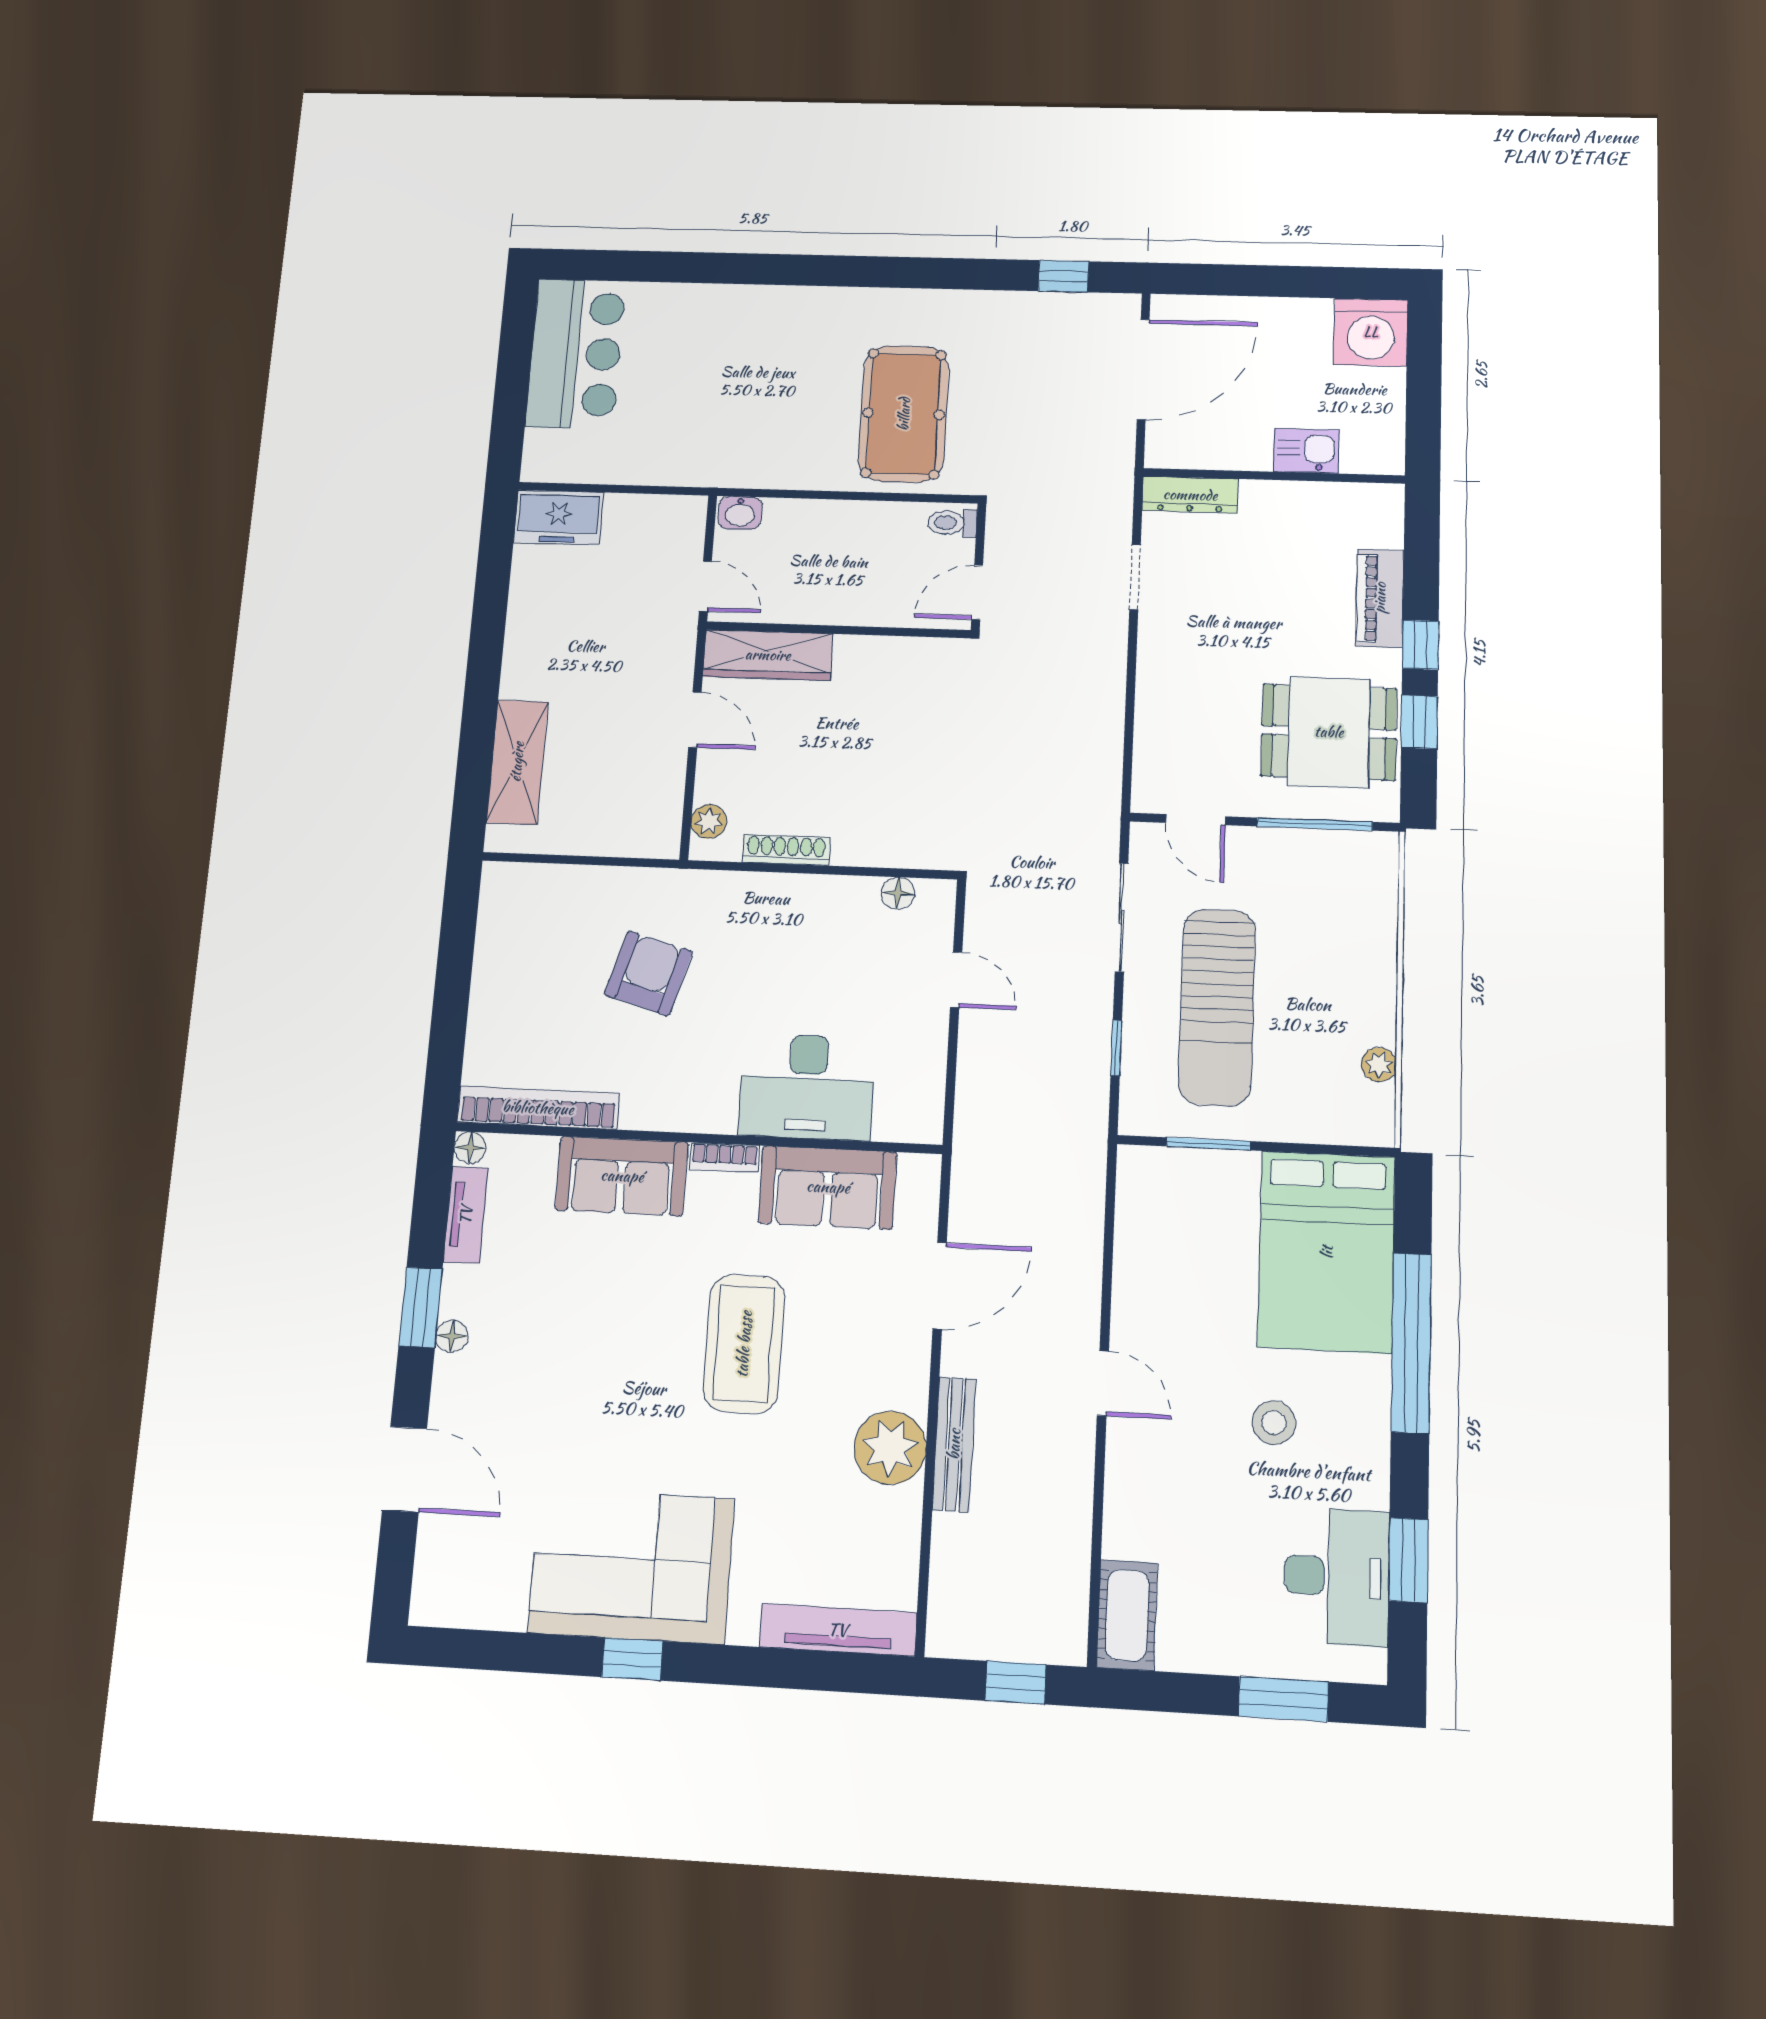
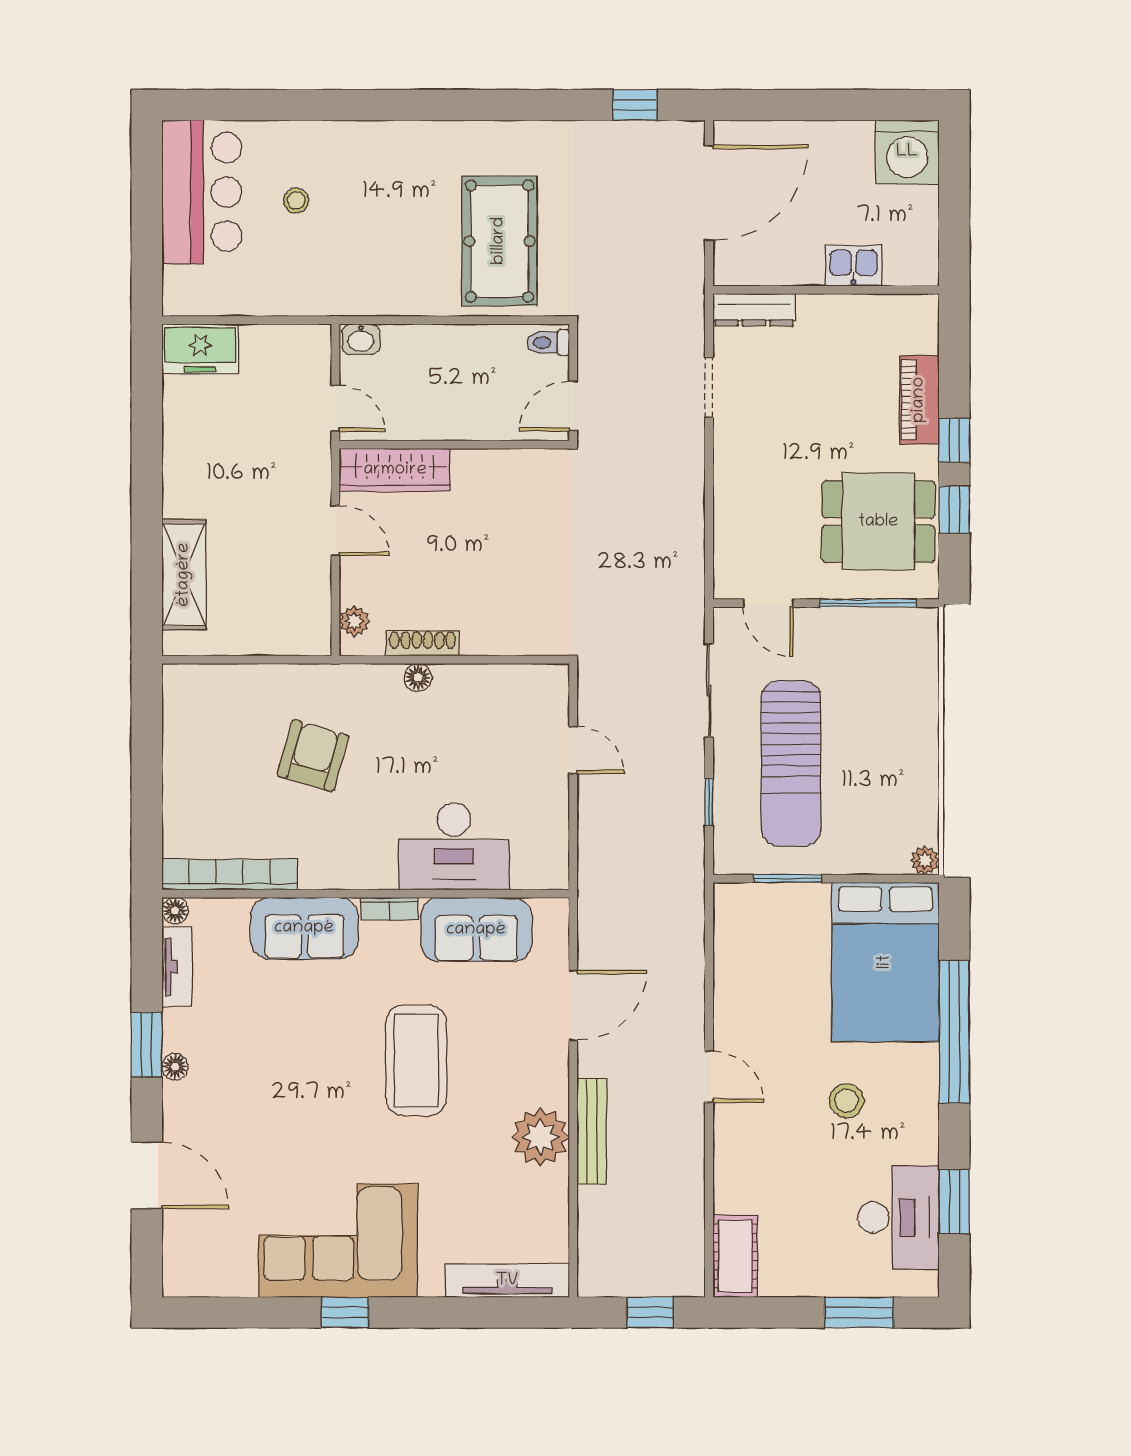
stool: (679, 365) -> (296, 200), added
floor lamp: (898, 893) -> (418, 677), moved
plant: (1379, 1065) -> (925, 860), moved

